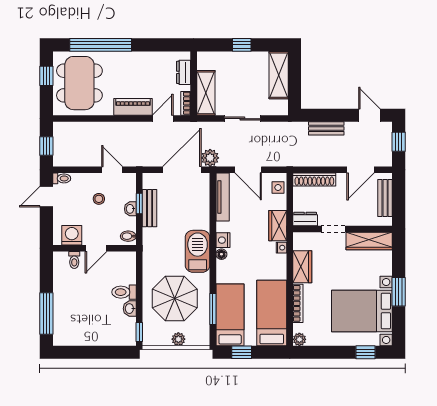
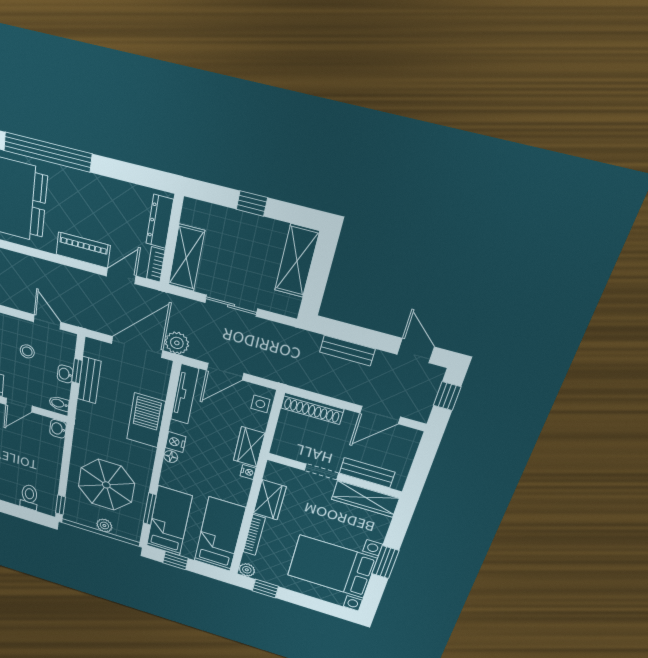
dresser: (184, 72) -> (160, 221), width x1.44
door: (248, 170) -> (225, 372), hinge flipped
bench: (385, 198) -> (367, 473), moved, turned 90
dresser: (305, 219) -> (287, 450), removed
barbecue: (198, 251) -> (146, 420), moved
toilet: (124, 292) -> (29, 497), moved, turned 90
washbasin: (130, 309) -> (58, 429), moved
window: (365, 352) -> (265, 589), moved

